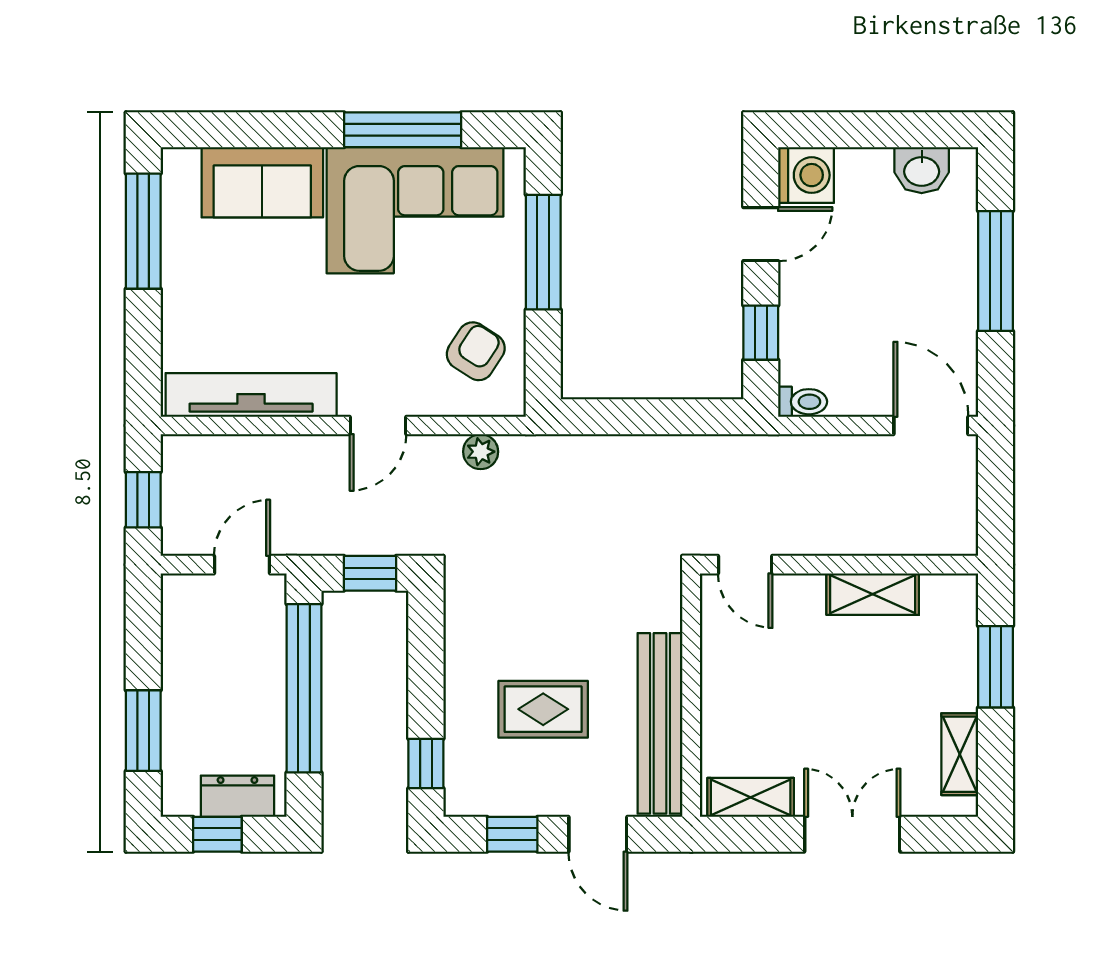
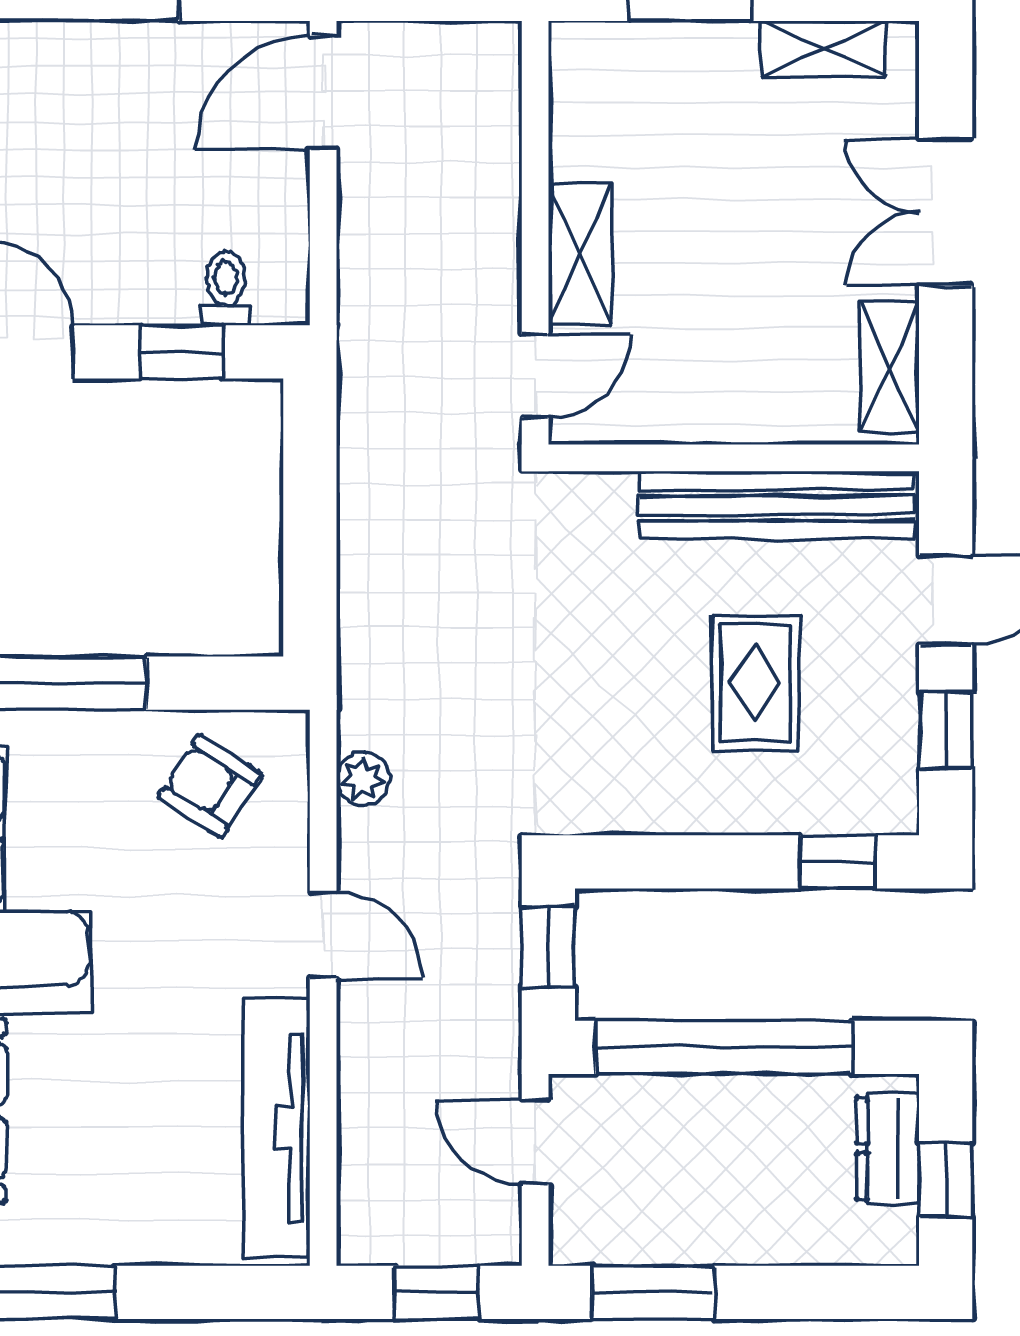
toilet: (803, 402) -> (226, 288), moved
shelving: (873, 594) -> (580, 254), moved
window: (143, 731) -> (653, 1292), moved

